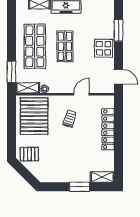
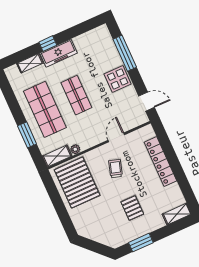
window: (118, 30) -> (125, 53), width x1.44
window: (11, 72) -> (27, 135), moved
pallet: (29, 154) -> (132, 208), moved, turned 90
window: (79, 187) -> (141, 243), moved

